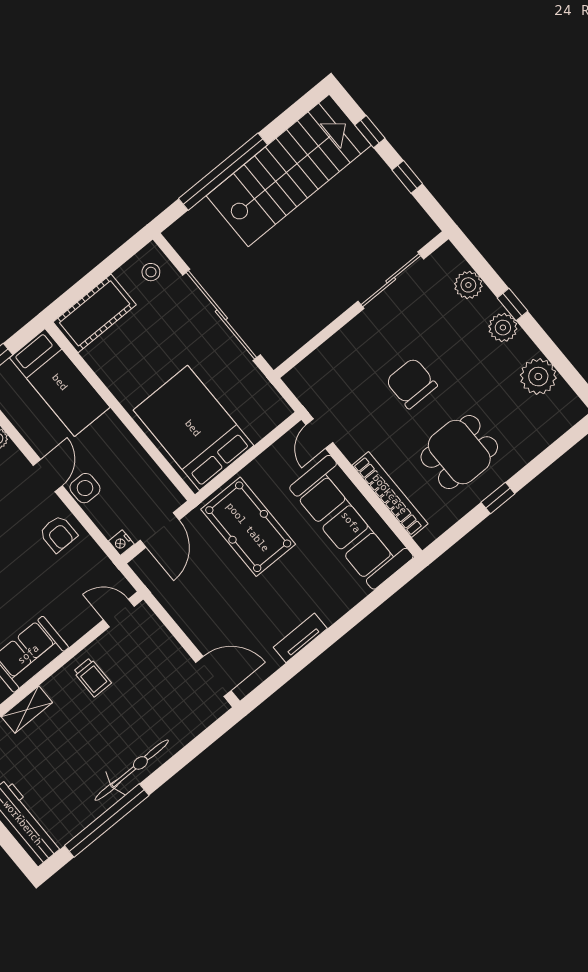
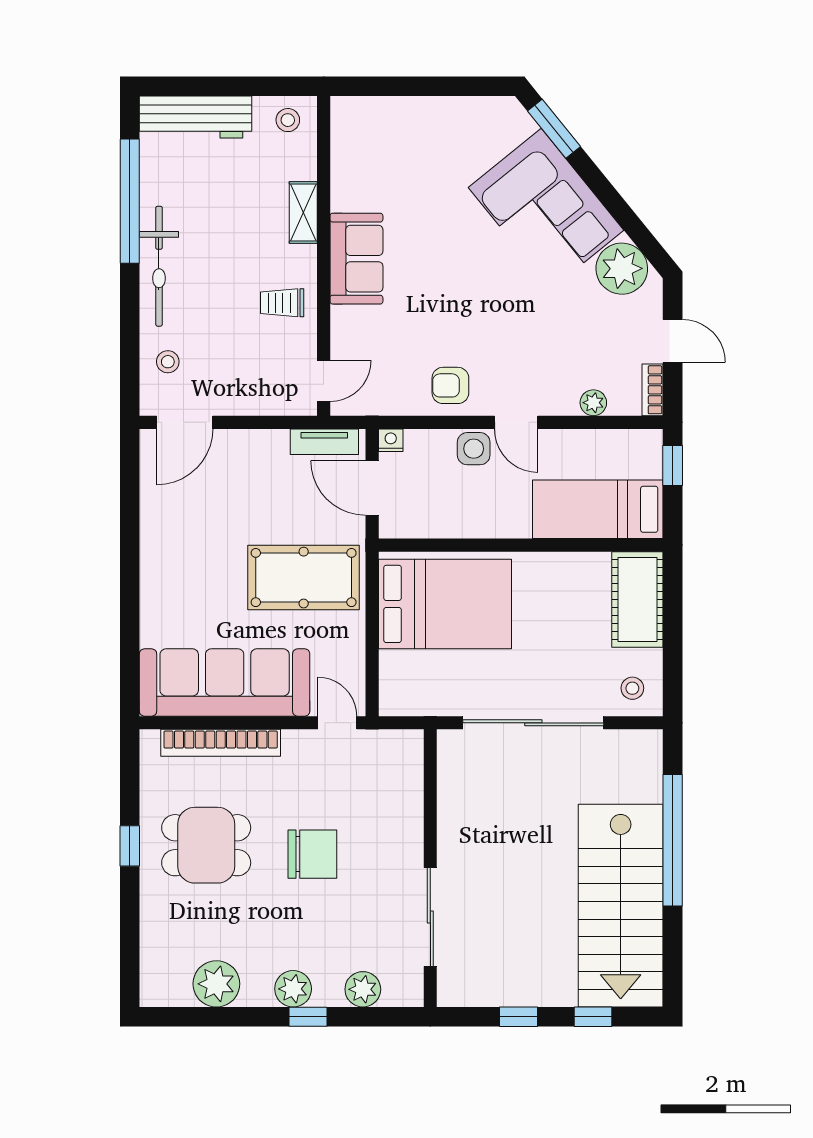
dining table: (459, 452) -> (206, 845), turned 90
tv unit: (300, 638) -> (324, 442), moved, turned 90
stool: (185, 717) -> (168, 362), added

